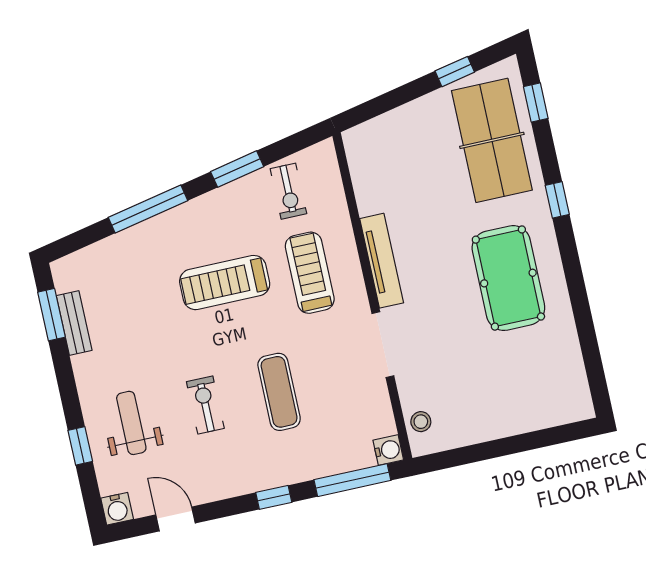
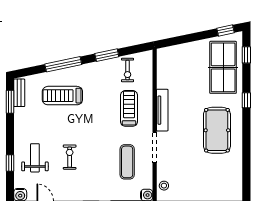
window: (455, 72) -> (225, 31), moved
treadmill: (225, 283) -> (62, 96), moved
bench: (74, 323) -> (19, 93), moved
exercise mat: (279, 392) -> (127, 162), moved

